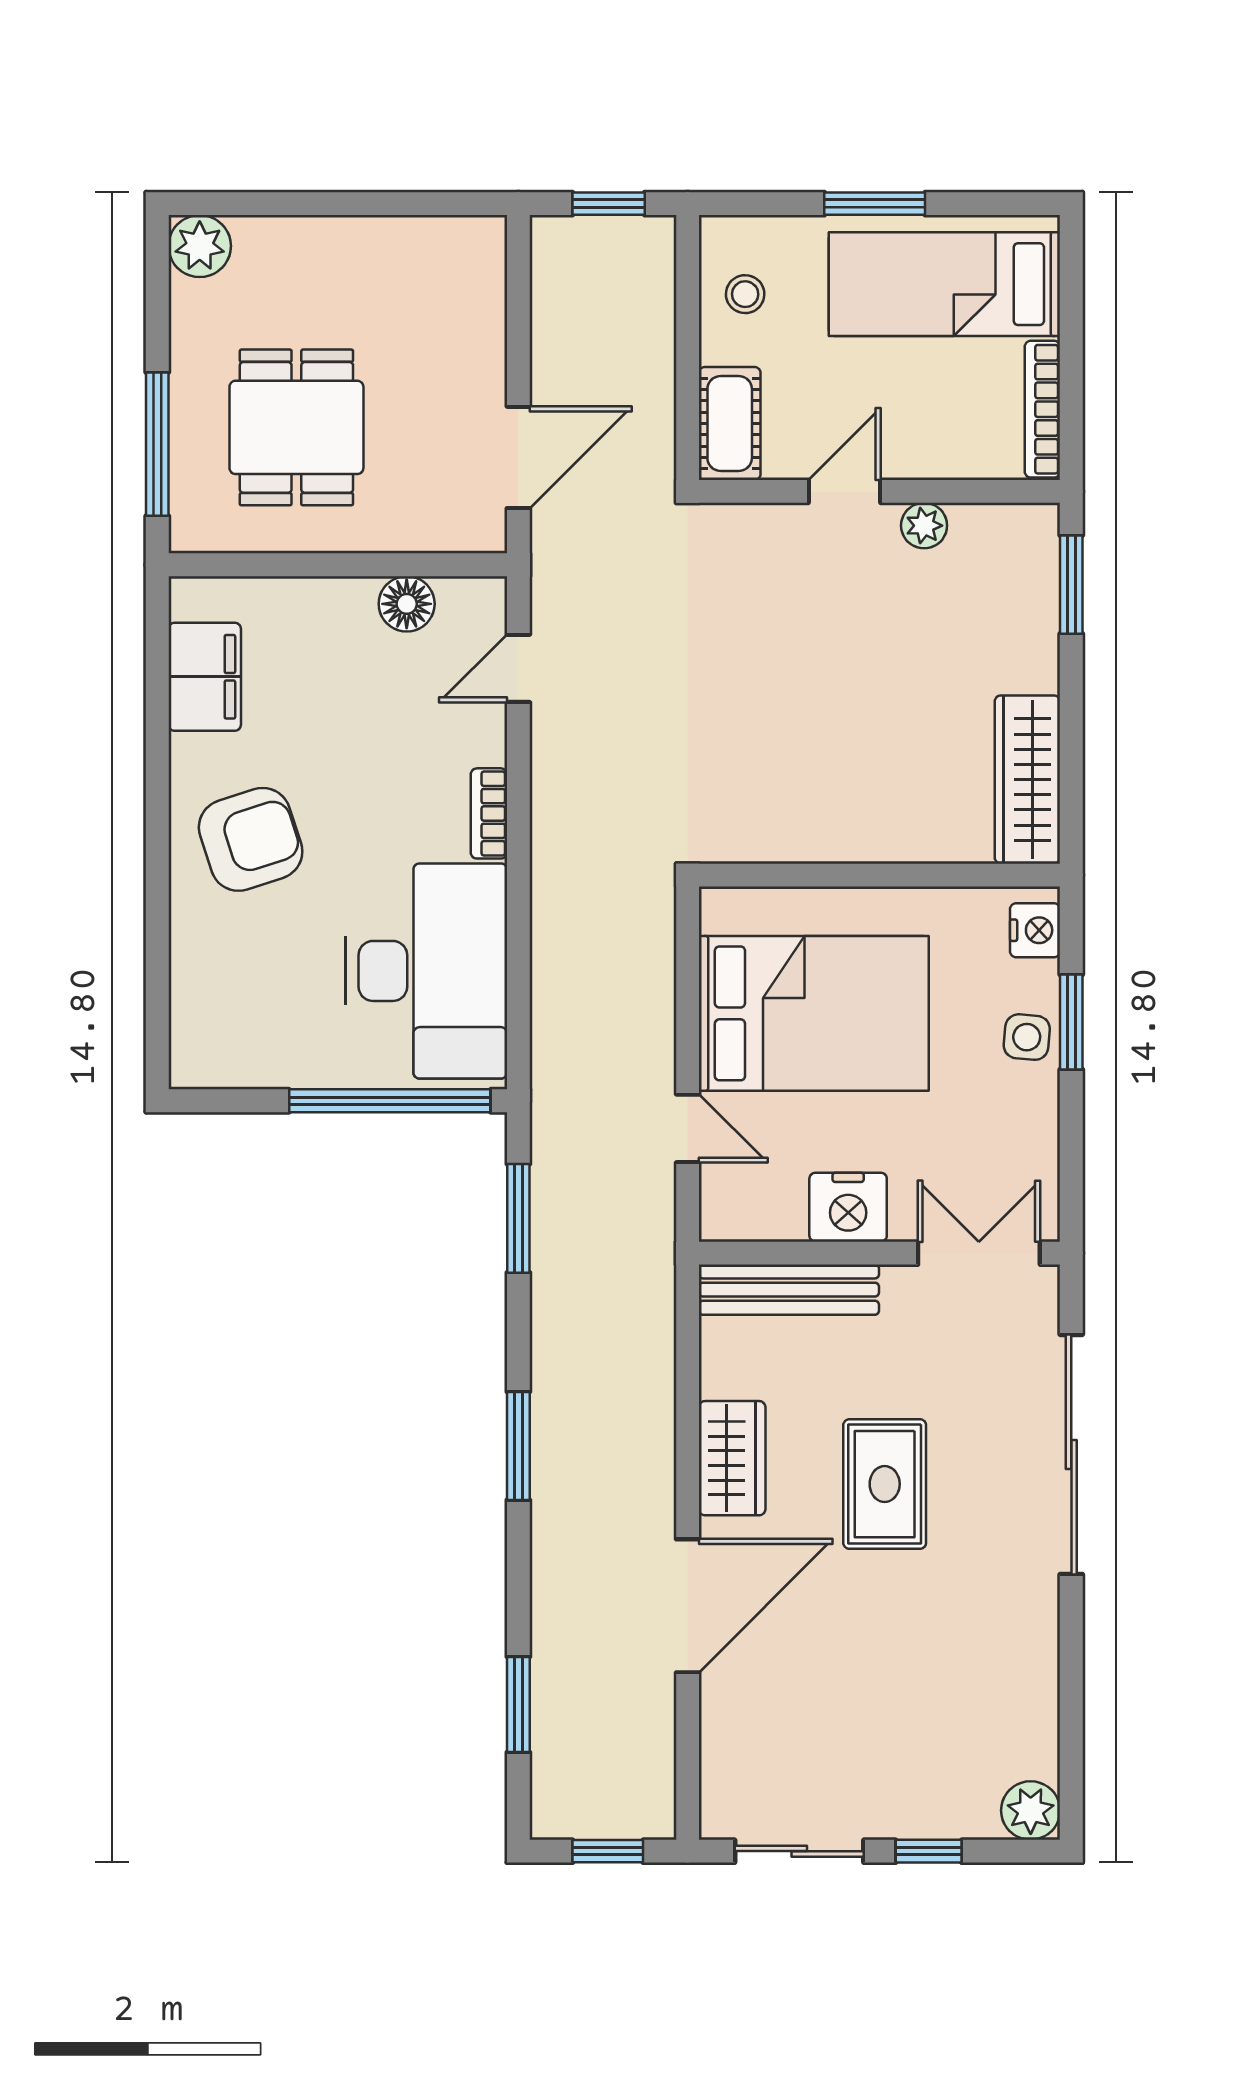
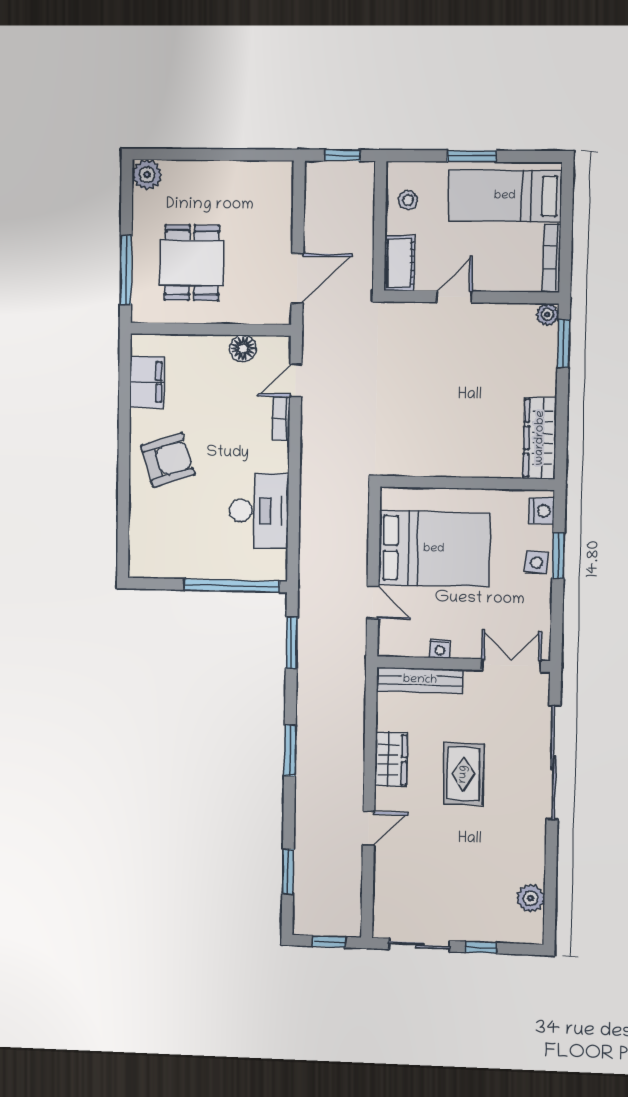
plant: (924, 526) -> (547, 315), moved
bookcase: (489, 813) -> (281, 419), moved
desk: (426, 971) -> (259, 511), width x0.73, depth x0.77
nightstand: (848, 1207) -> (440, 649), width x0.53, depth x0.56
door: (688, 1606) -> (369, 828), width x0.53
plant: (1031, 1810) -> (531, 898), moved

